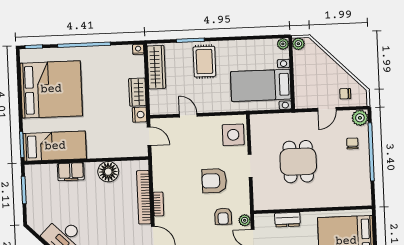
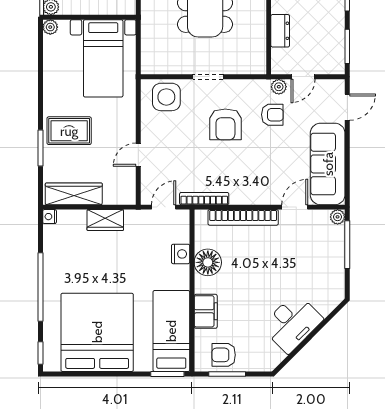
nightstand: (139, 115) -> (181, 254), moved, turned 90
armchair: (38, 187) -> (224, 355), added
bookcase: (158, 204) -> (204, 199), moved, width x1.56

